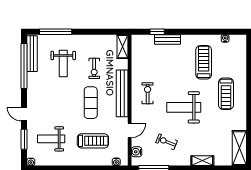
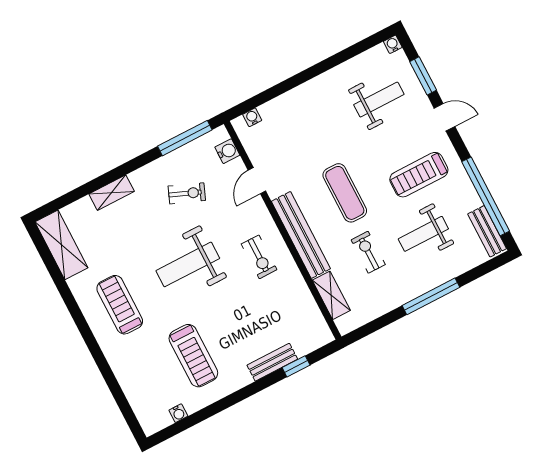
window: (56, 32) -> (431, 296), moved
shelving: (123, 47) -> (331, 295), moved
bench: (32, 54) -> (487, 231), width x0.73
weight bench: (63, 63) -> (423, 234), turned -90
treadmill: (226, 94) -> (120, 305), moved
weight bench: (184, 107) -> (188, 264), turned 180
treadmill: (93, 141) -> (419, 175), moved

